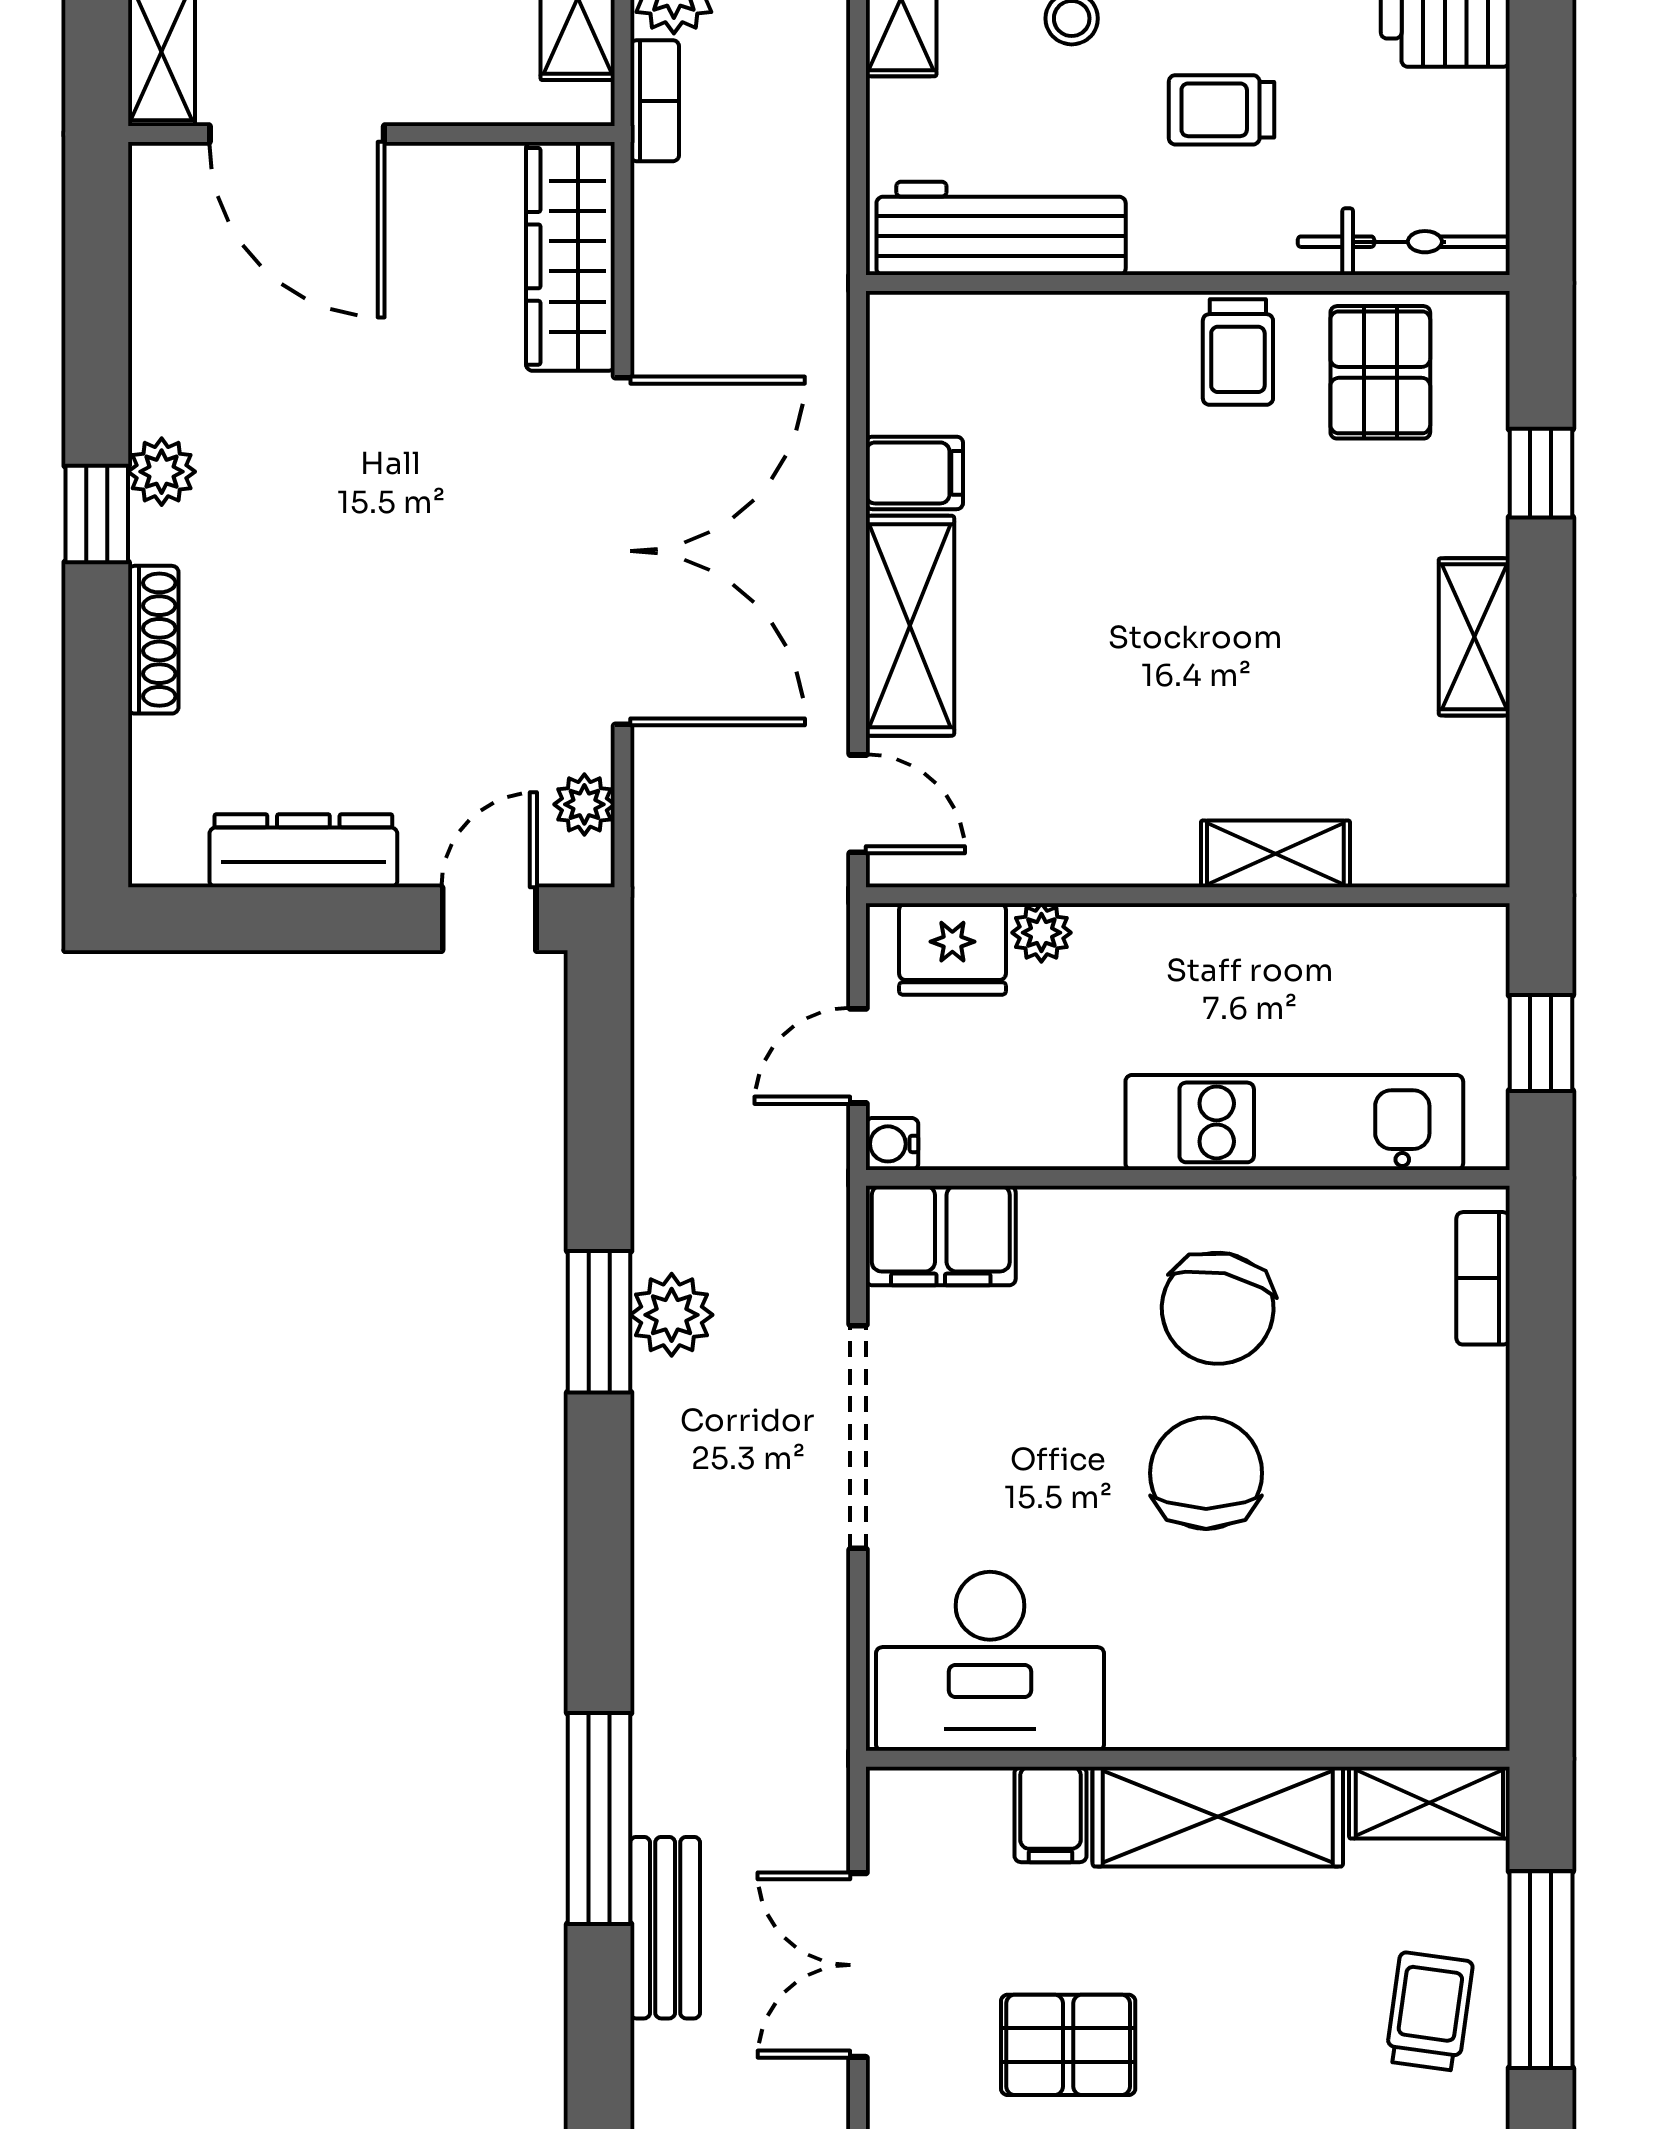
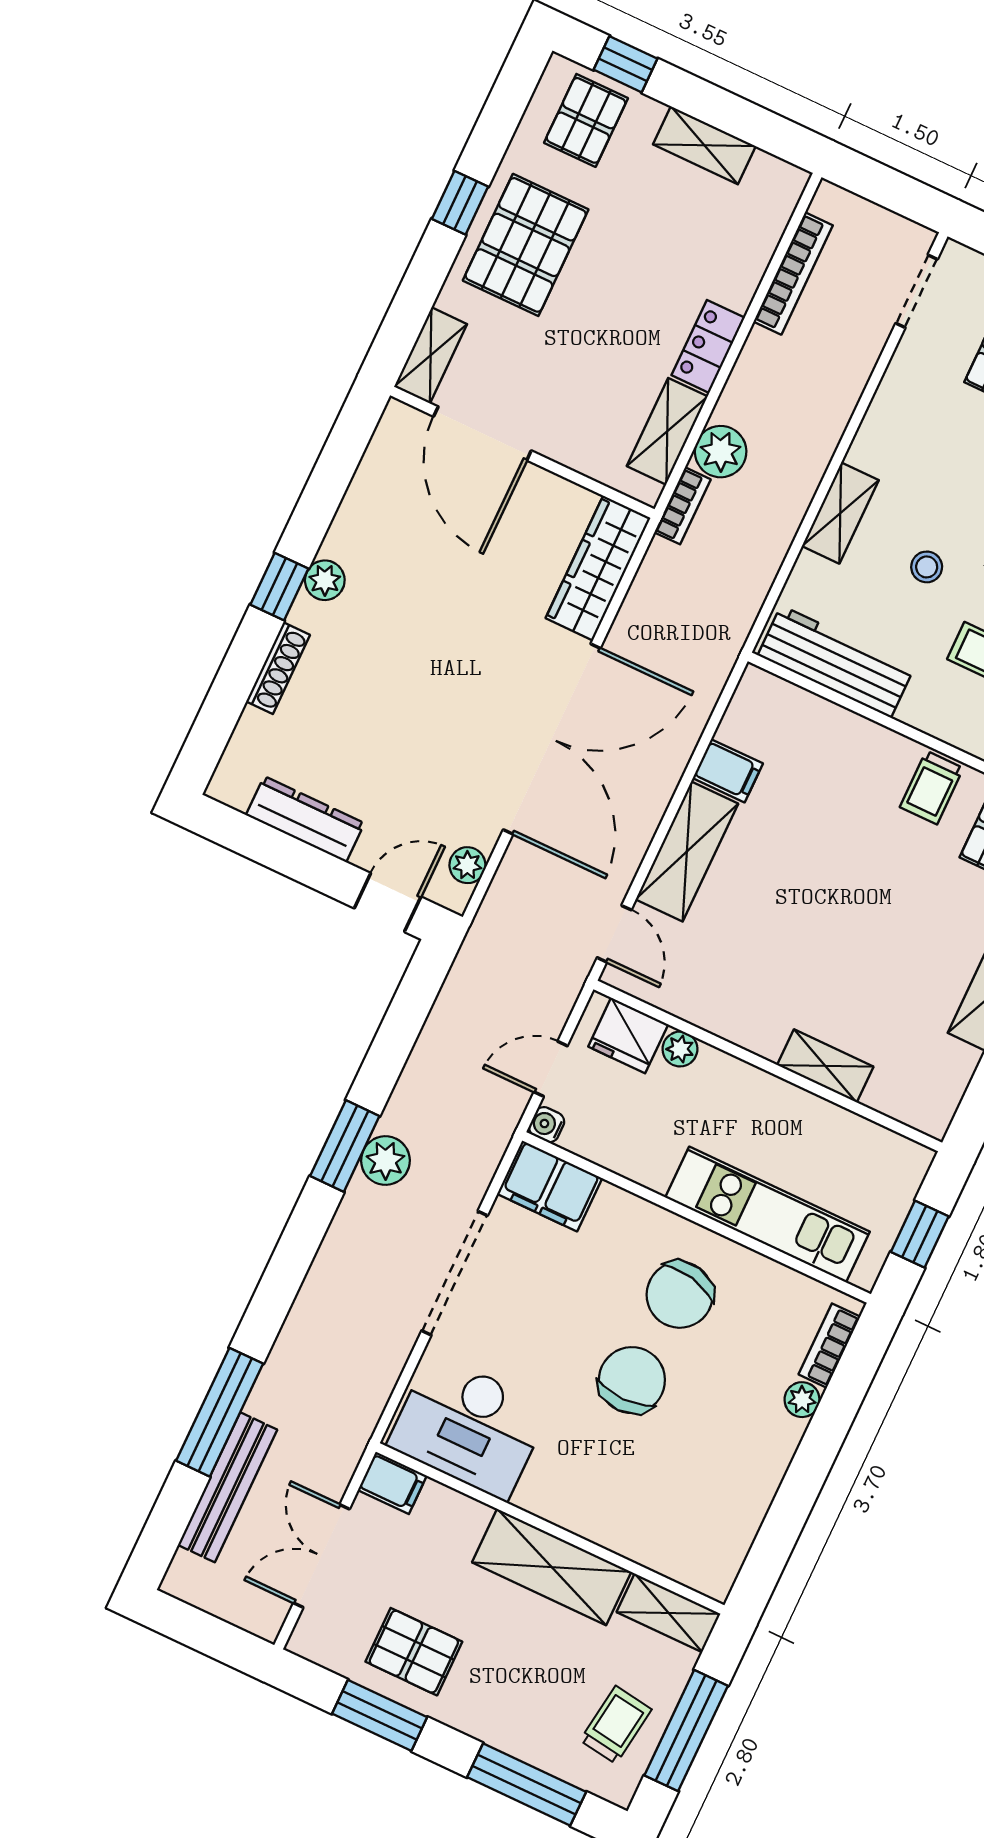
plant: (1480, 1381) -> (802, 1400), added
filing cabinet: (1050, 1814) -> (392, 1483), moved, turned -90
bench: (665, 1928) -> (228, 1487), width x1.36

